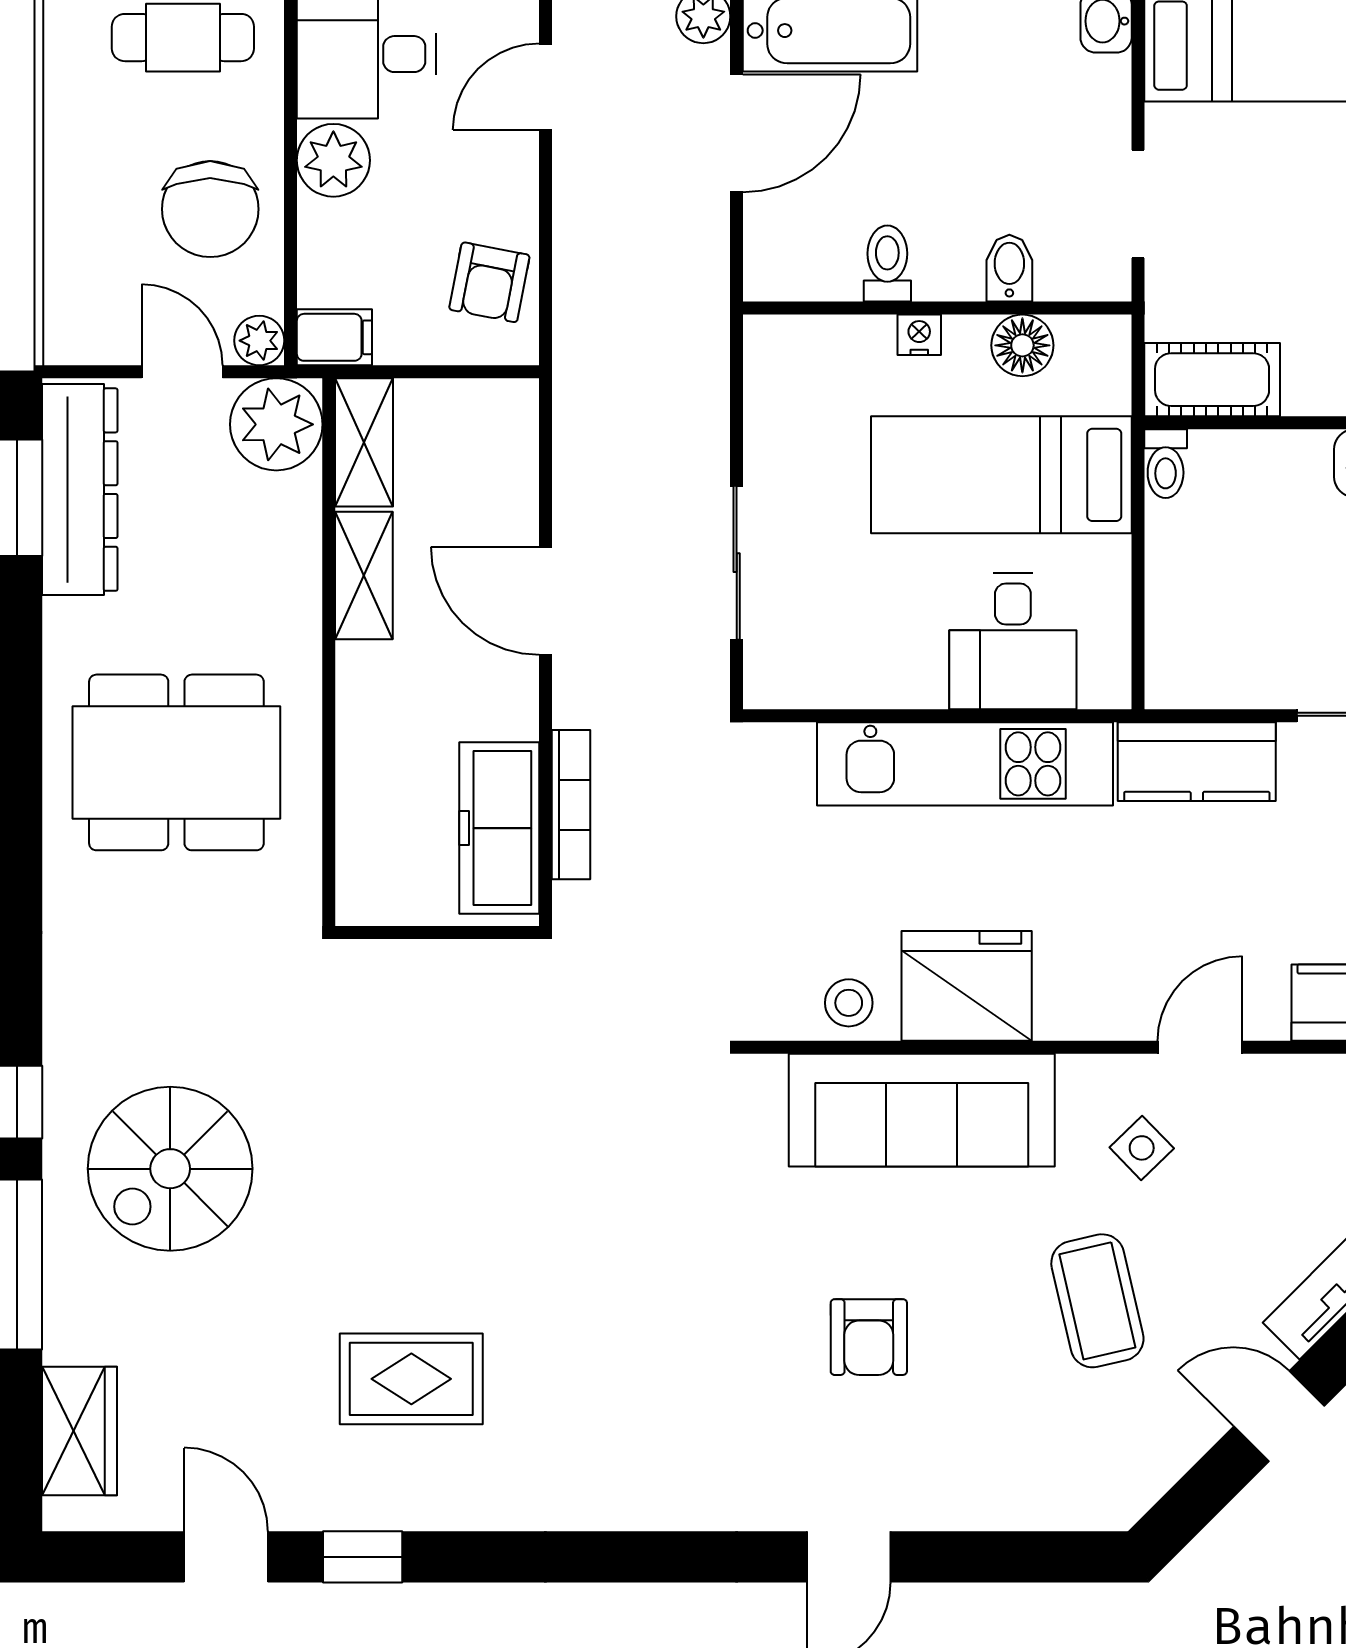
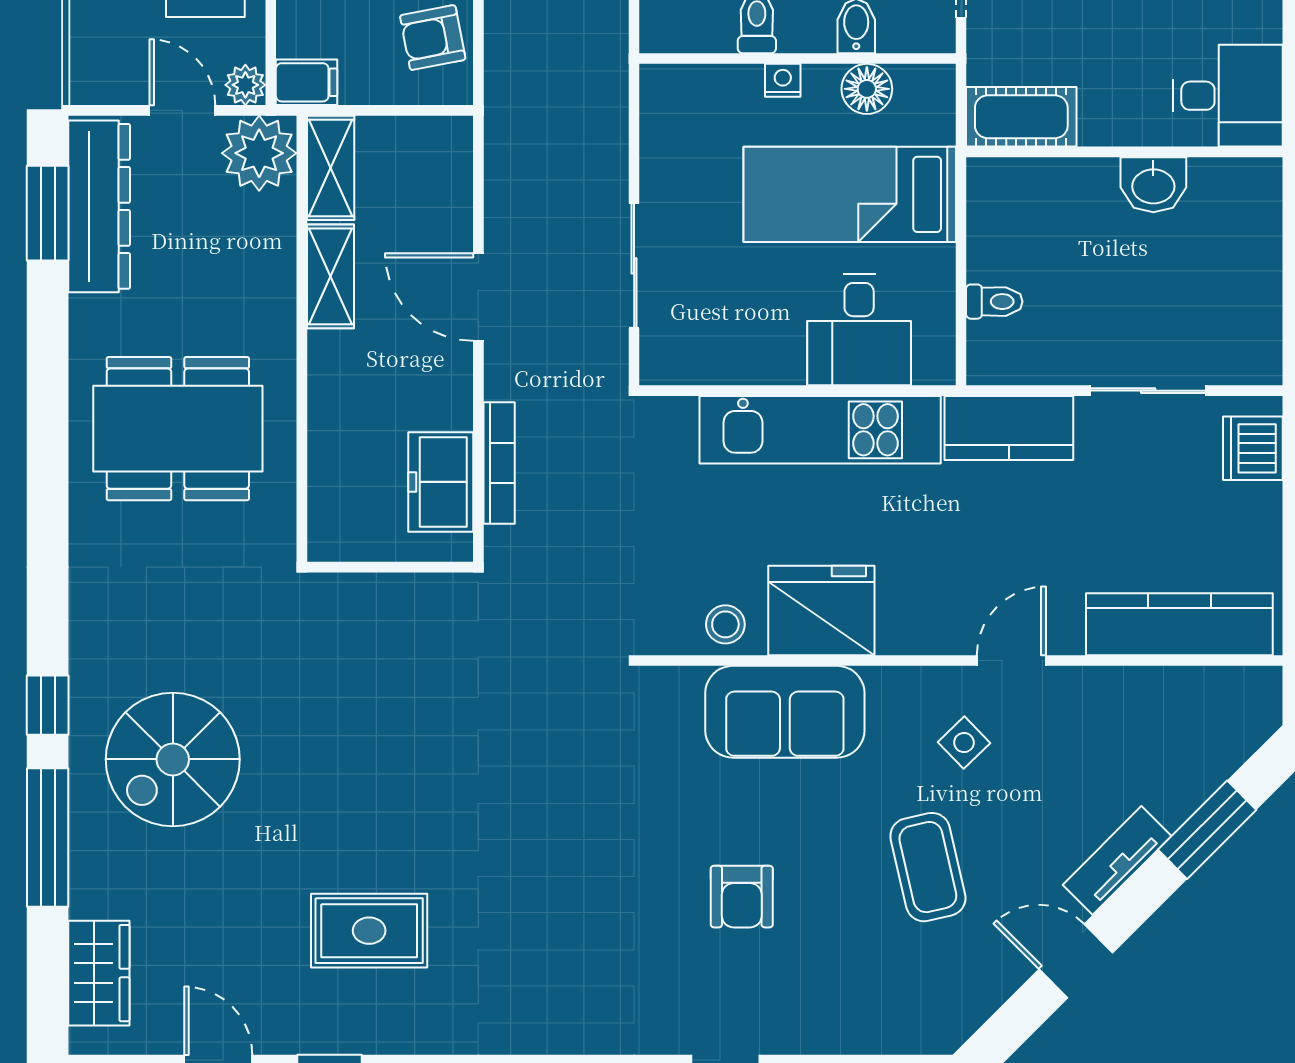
armchair: (489, 282) -> (433, 38), turned 68
toilet: (1166, 464) -> (994, 302), moved, turned -90
freezer: (499, 828) -> (441, 482), width x0.71
sofa: (922, 1110) -> (785, 712), width x0.73

